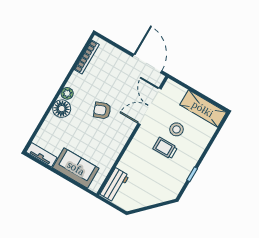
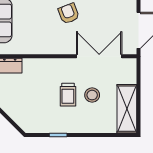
trolley: (165, 148) -> (68, 95), turned 180

